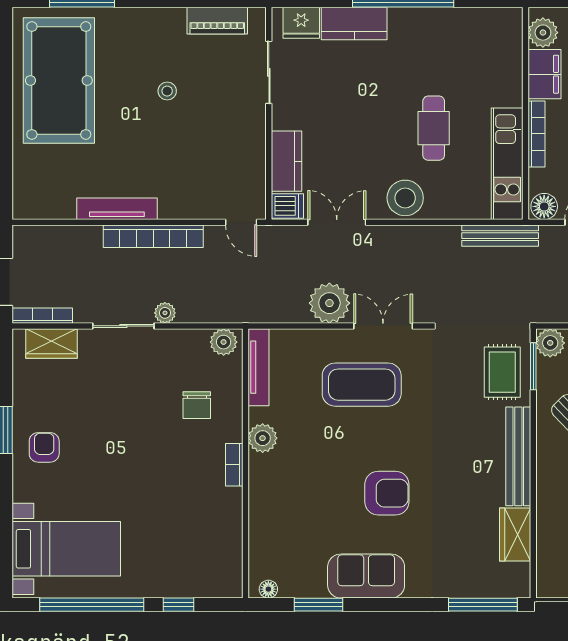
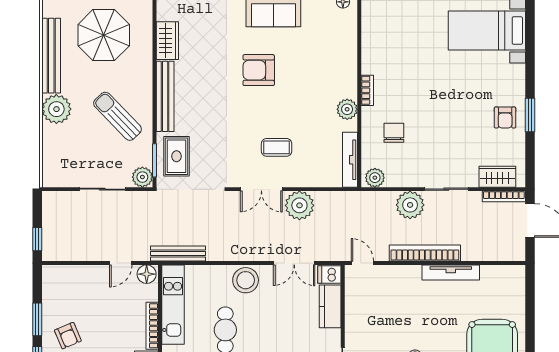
plant: (165, 313) -> (410, 205), width x1.87, depth x1.87
coffee table: (362, 385) -> (277, 147), width x0.54, depth x0.58
armchair: (44, 447) -> (505, 118), moved

